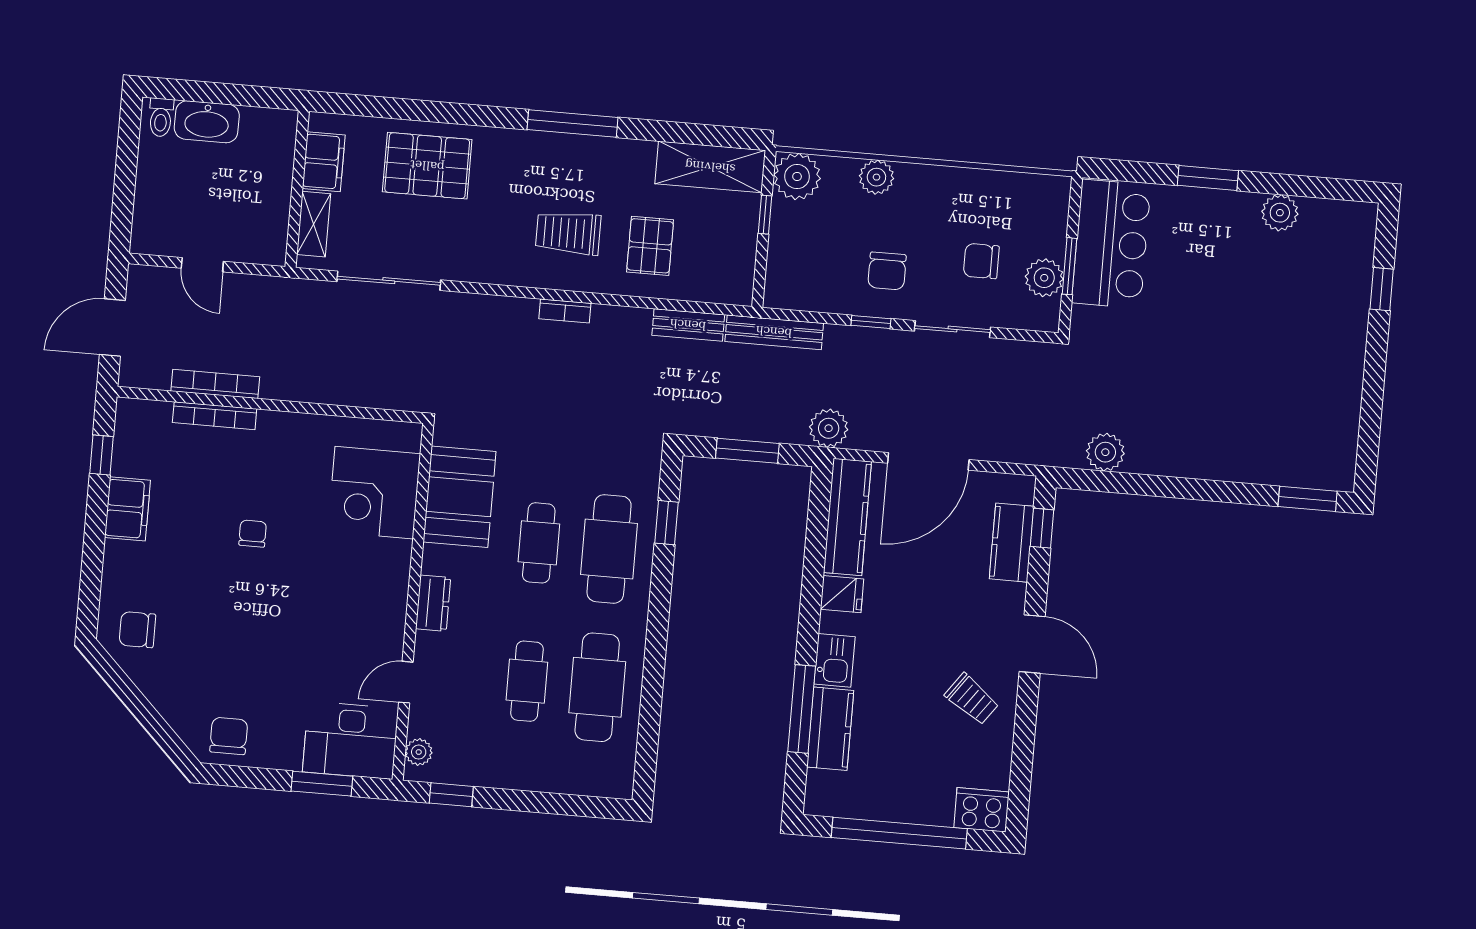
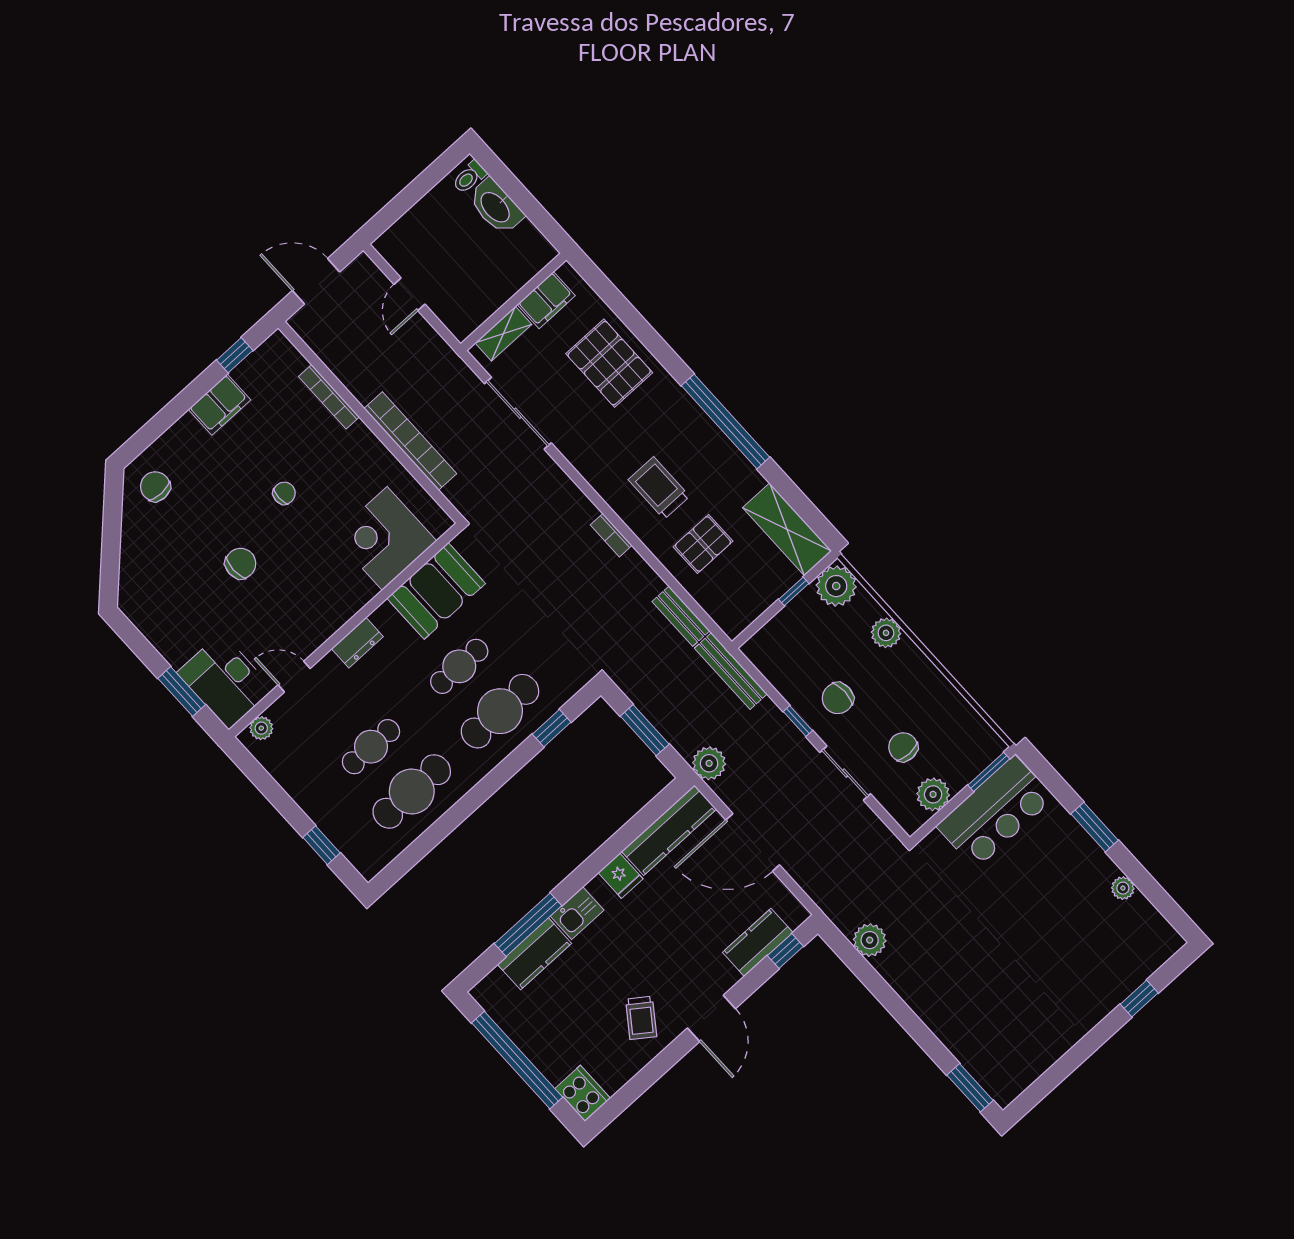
window: (573, 124) -> (726, 421), width x1.46
plant: (1280, 213) -> (1123, 888), width x0.73, depth x0.73
window: (1070, 266) -> (989, 772), moved
bookcase: (215, 384) -> (410, 441), moved, width x1.48, depth x1.31
chair: (229, 736) -> (241, 564), moved
window: (451, 795) -> (322, 845), moved

